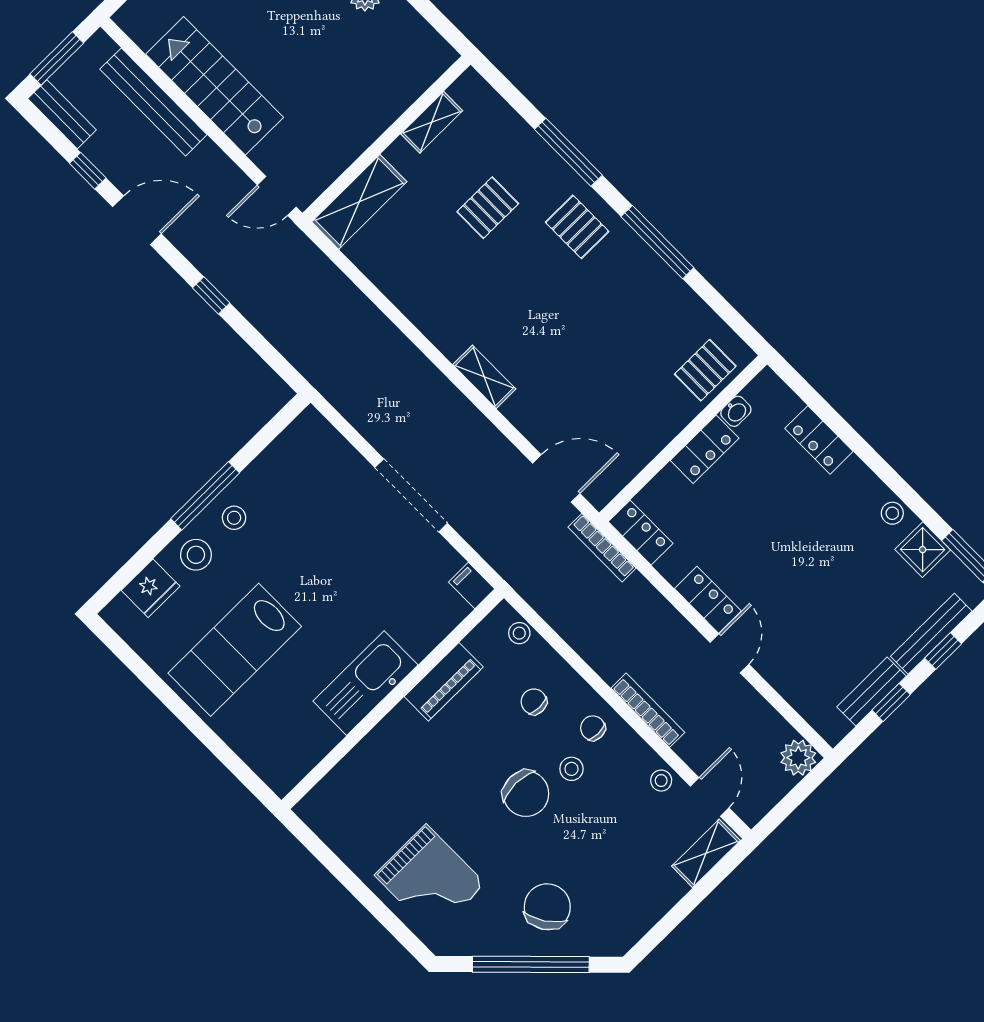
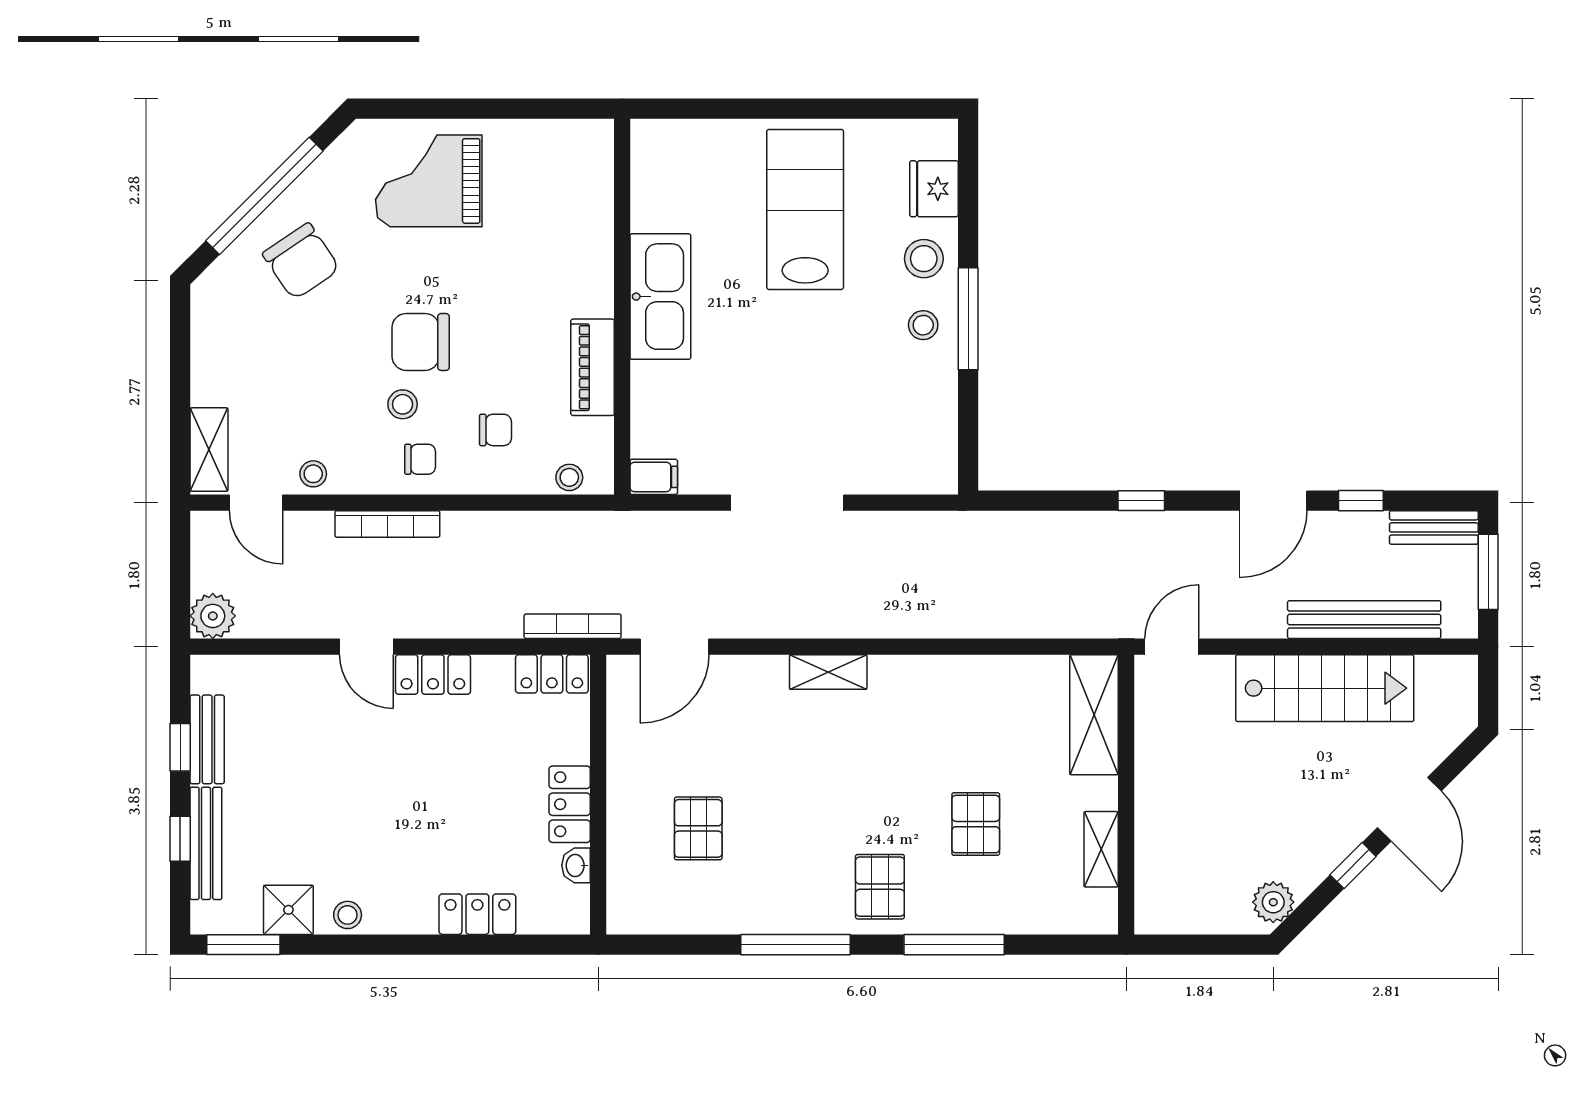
pallet: (577, 227) -> (880, 887), turned 90
pallet: (705, 370) -> (698, 828), moved

